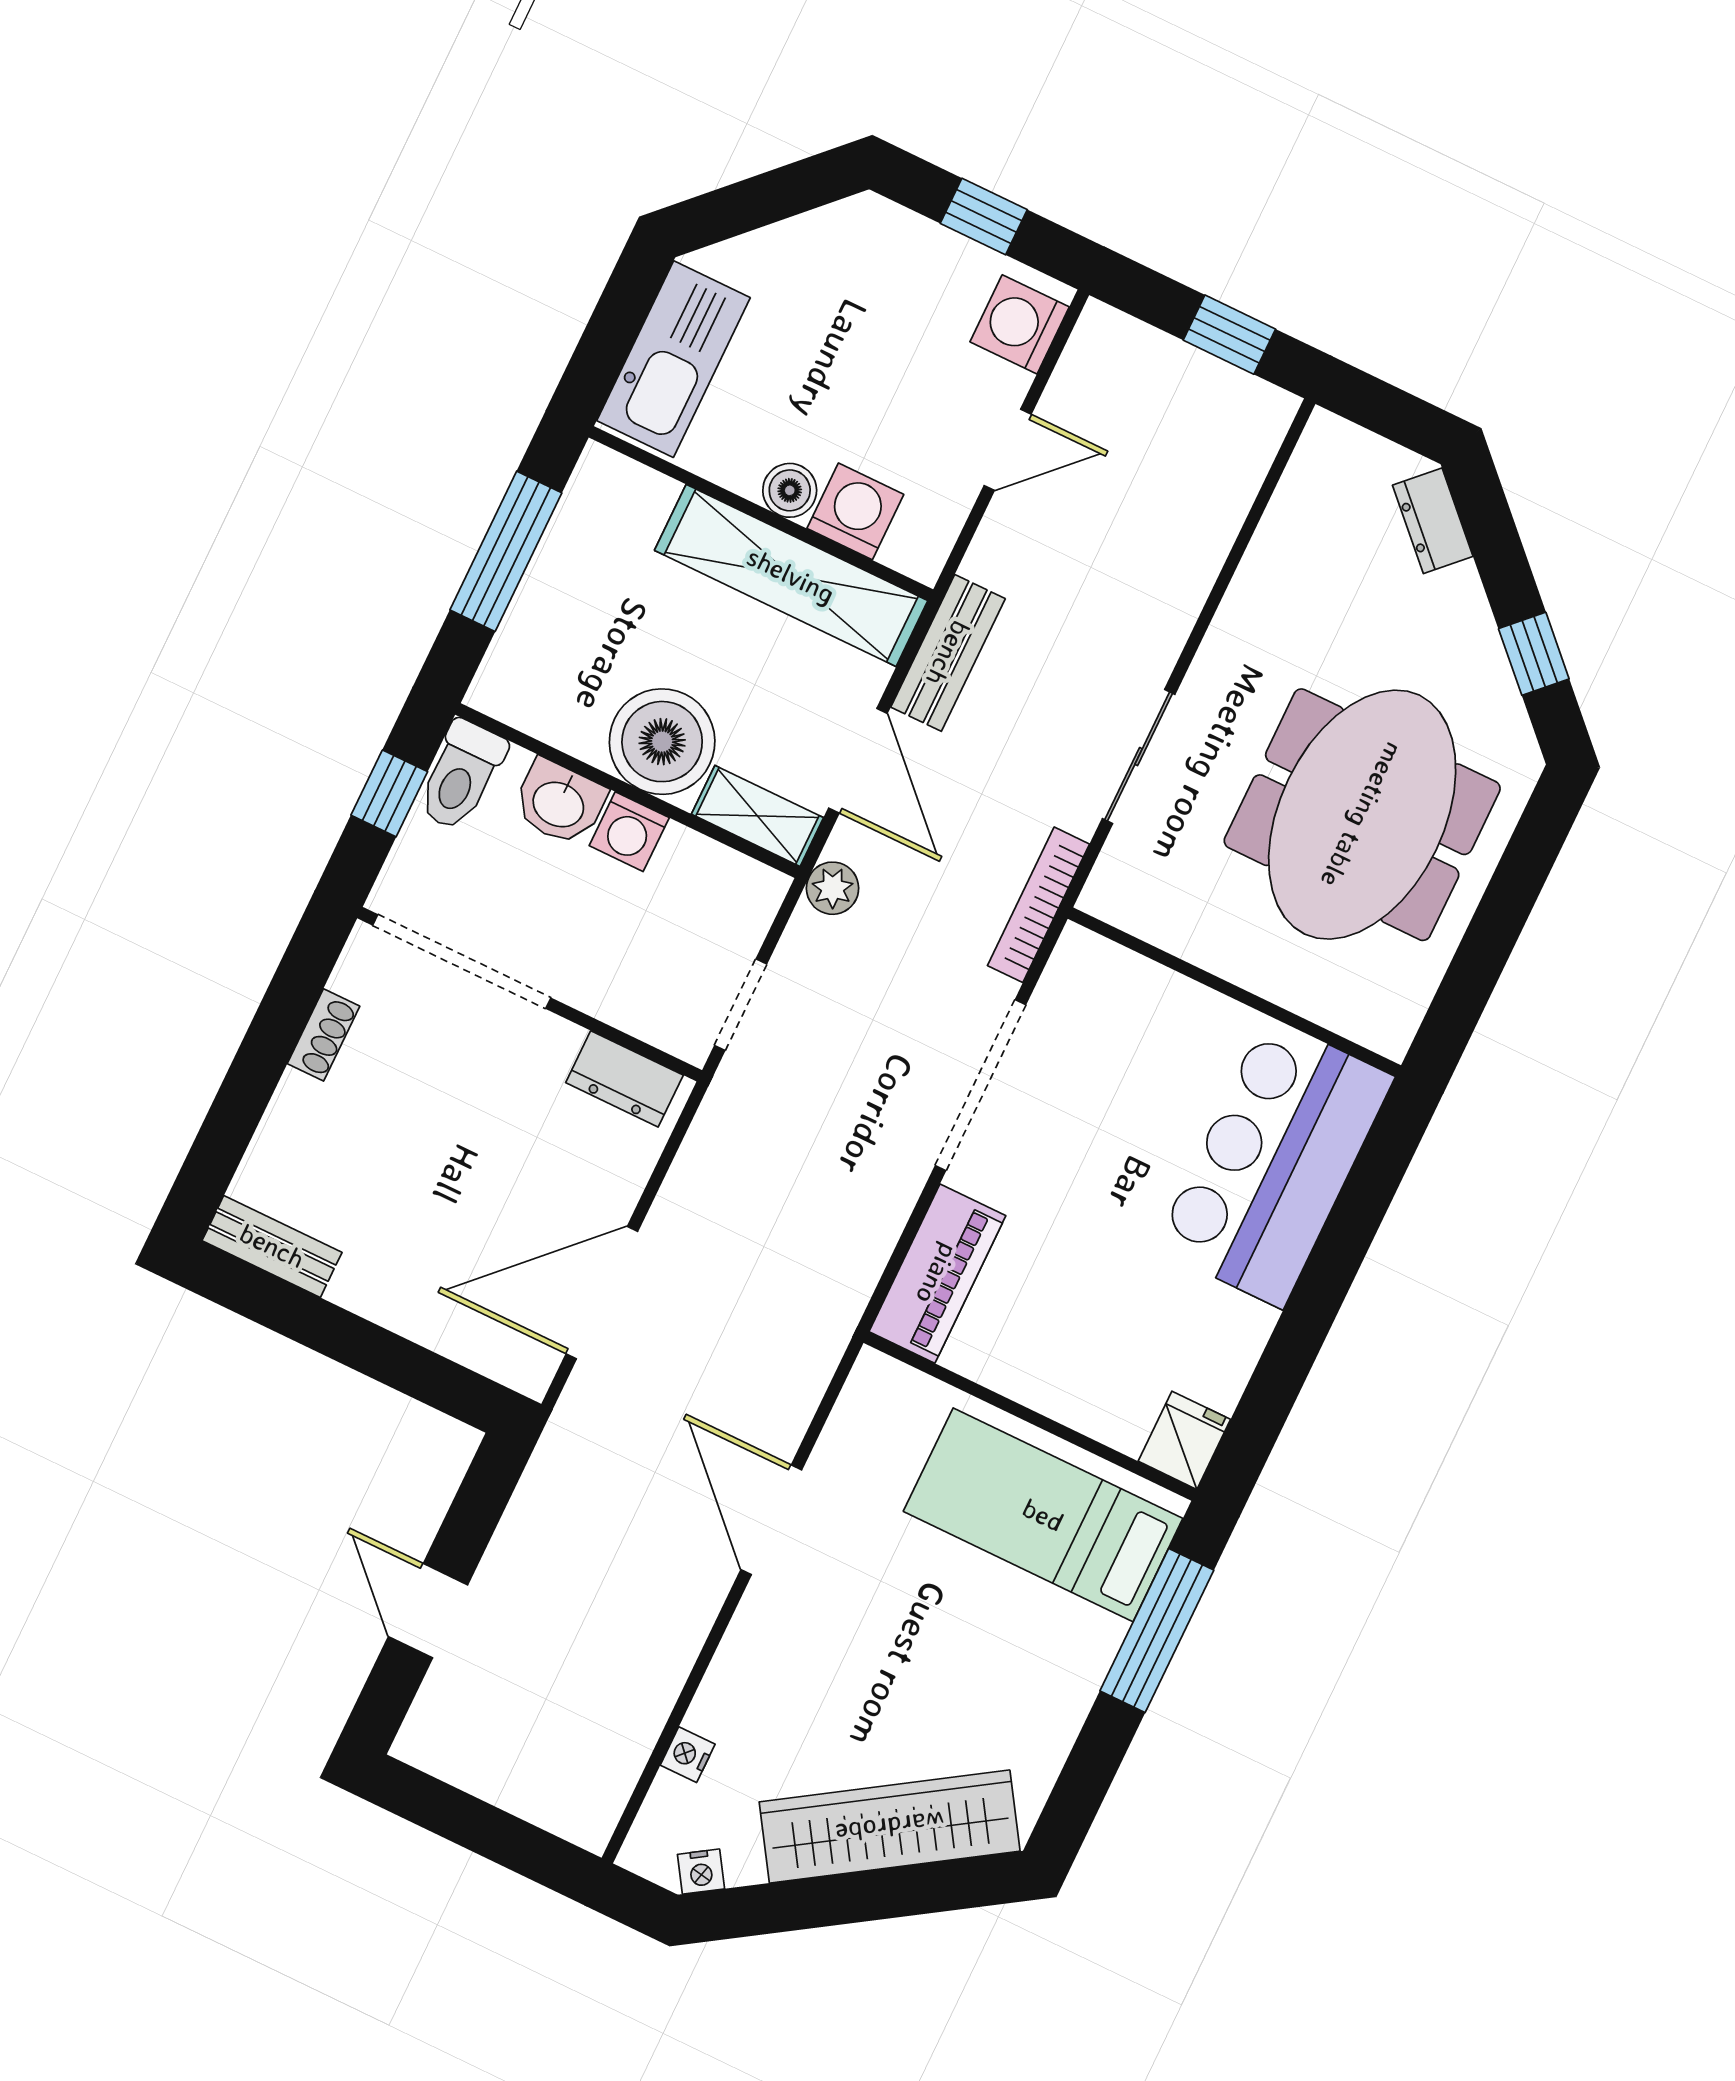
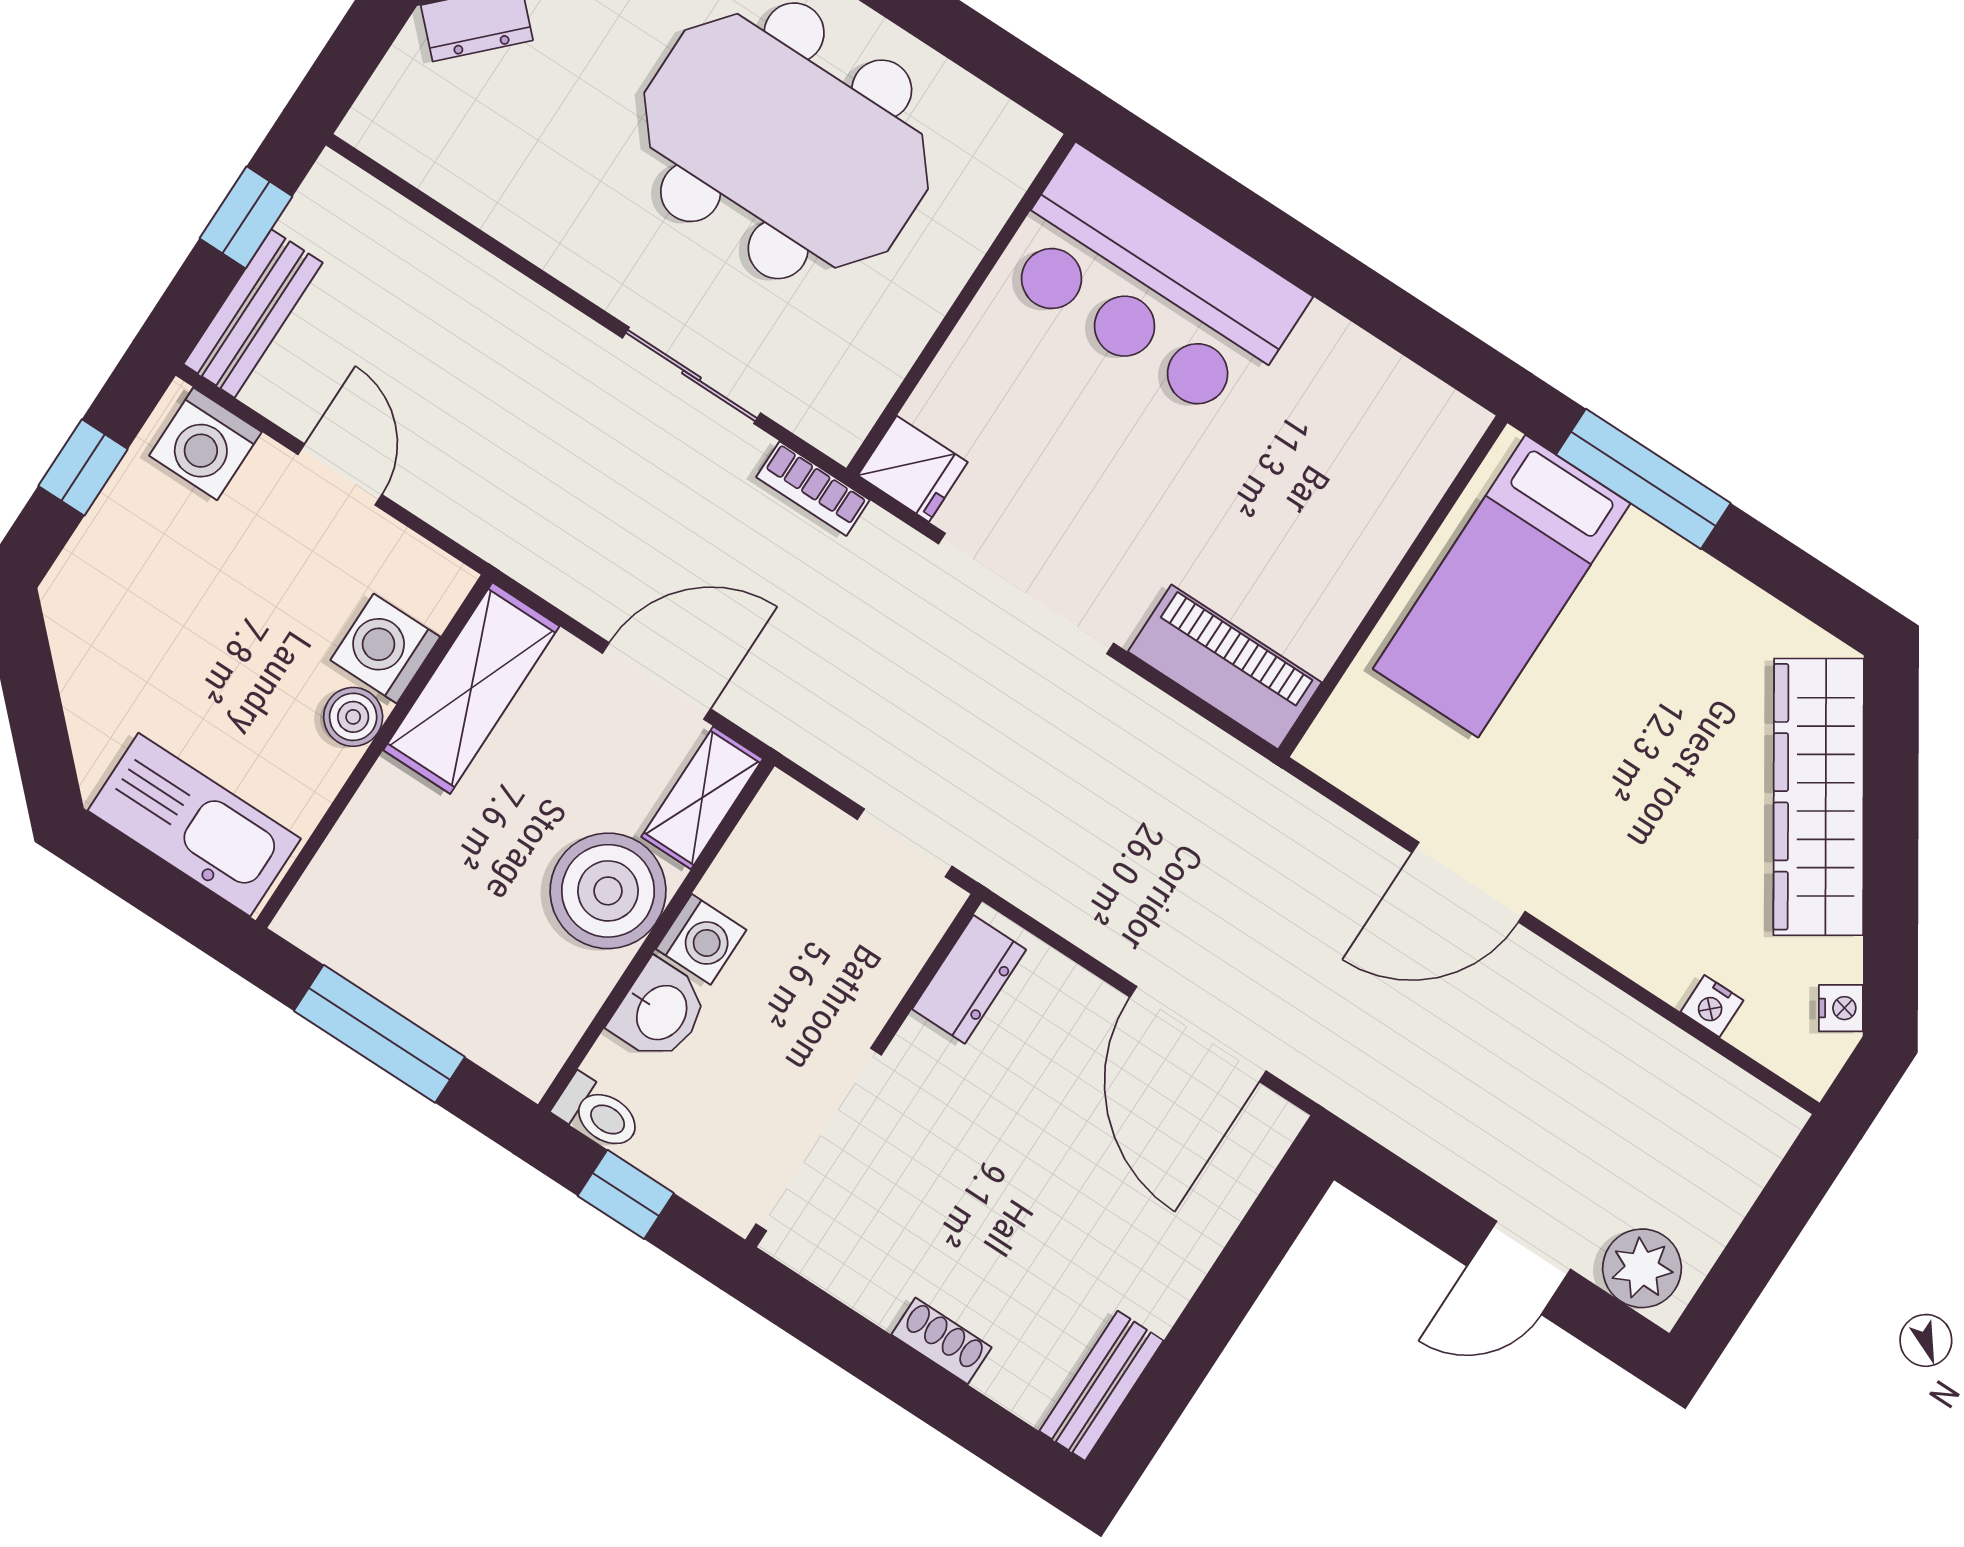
shelving: (791, 575) -> (471, 688), width x0.68
bench: (948, 653) -> (253, 313), moved, turned 90
toilet: (461, 775) -> (598, 1113), width x0.73, depth x0.72
plant: (833, 888) -> (1642, 1268), moved, width x1.38, depth x1.38
bookcase: (1038, 905) -> (813, 489), width x0.64
shoe rack: (323, 1035) -> (941, 1341), moved
fridge: (1184, 1440) -> (913, 469), moved, turned 180

